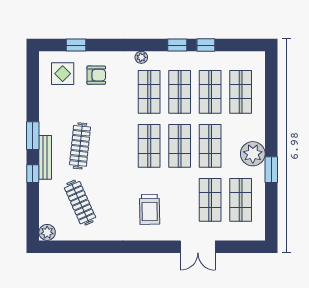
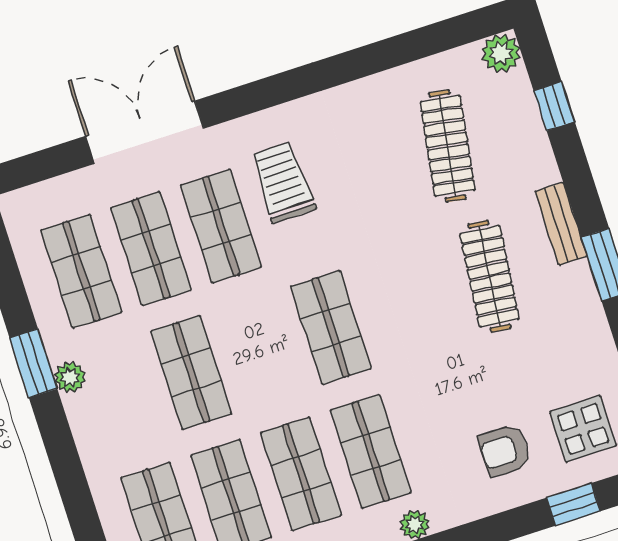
shop shelf: (180, 146) -> (221, 226), moved
plant: (253, 154) -> (70, 377), width x0.53, depth x0.53
bench: (45, 157) -> (561, 224), width x0.73
window: (33, 174) -> (554, 106), moved
clothes rail: (80, 203) -> (447, 146), turned 33
double door: (198, 247) -> (145, 132), width x1.37

